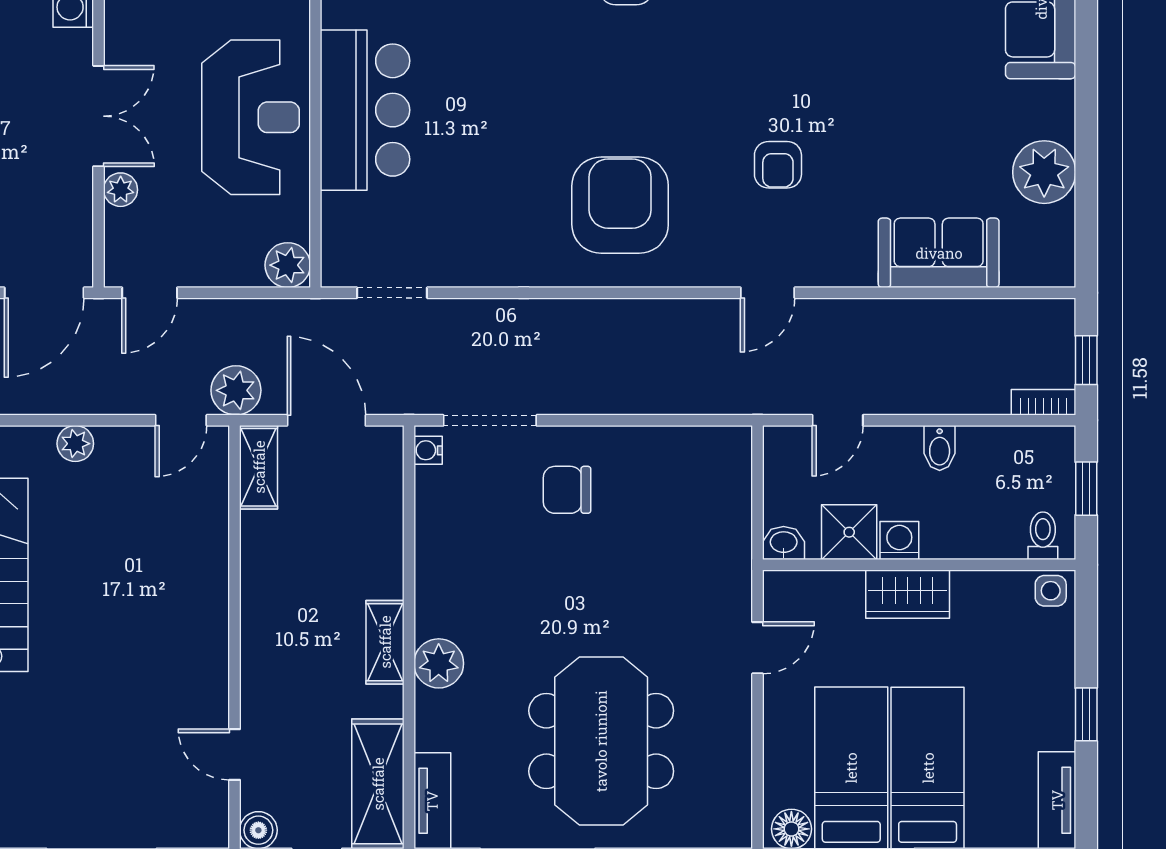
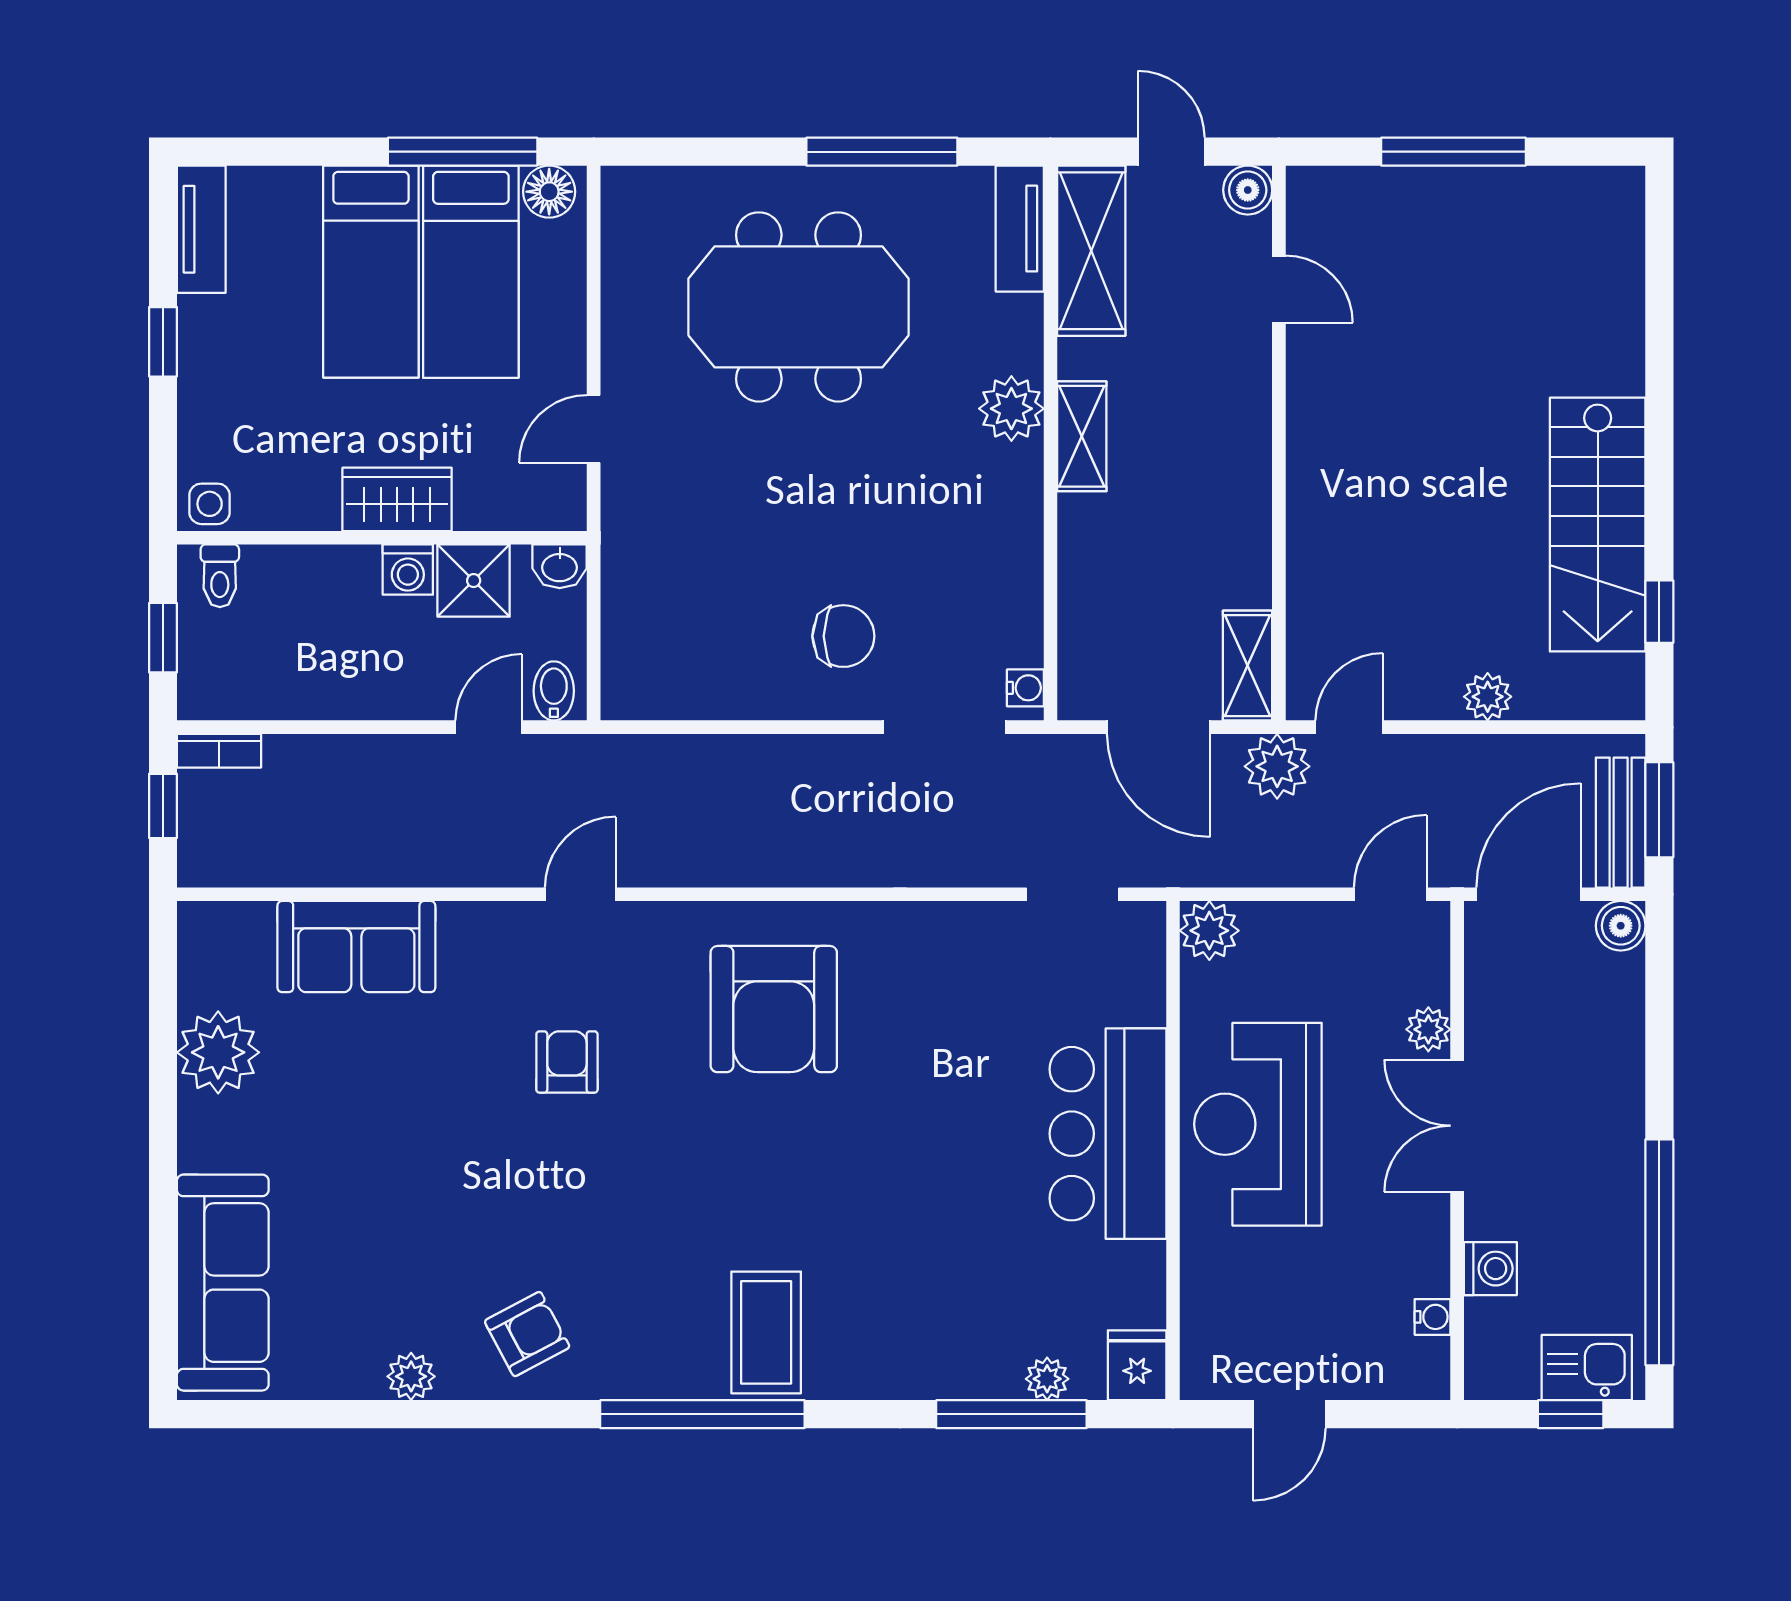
bidet: (940, 448) -> (554, 691), moved
meeting table: (601, 741) -> (798, 307), turned 90

